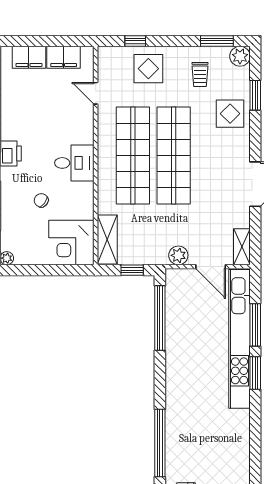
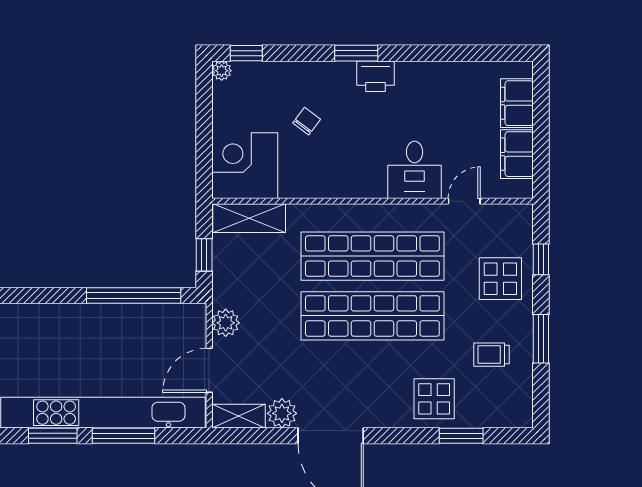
window: (217, 41) -> (541, 339), moved
plant: (240, 56) -> (282, 413), moved
desk: (74, 163) -> (415, 170), moved

